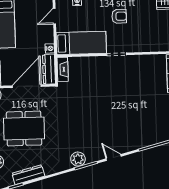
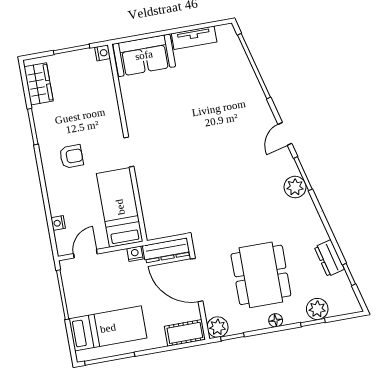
door: (54, 16) -> (85, 254), swing flipped
armchair: (119, 16) -> (71, 156), turned 90
fireplace: (63, 69) -> (164, 230), removed
dresser: (28, 175) -> (329, 258), width x0.70

